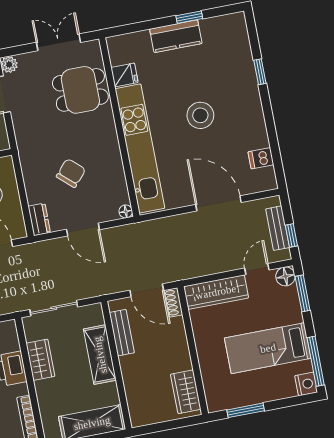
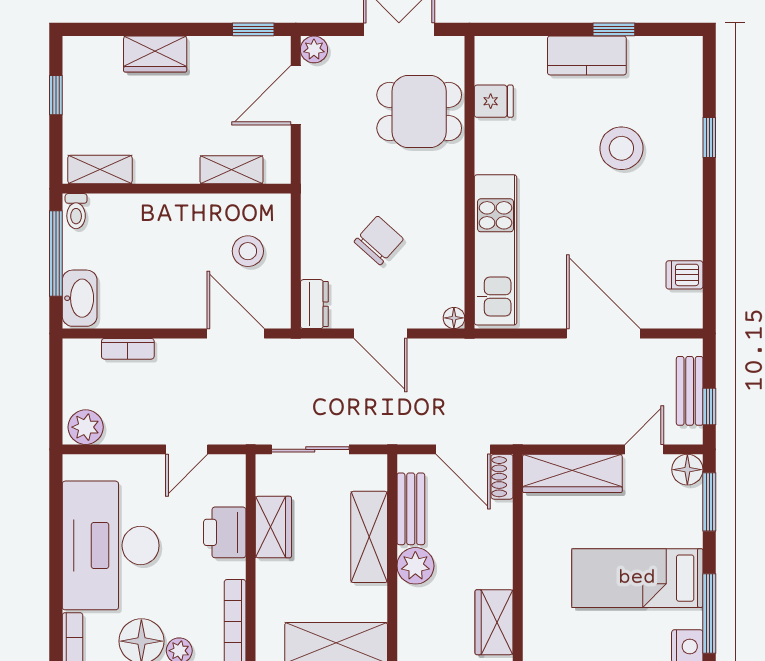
stool: (200, 115) -> (621, 148), moved
kitchen unit: (140, 149) -> (496, 250), width x0.73
plant: (131, 367) -> (415, 566), added

